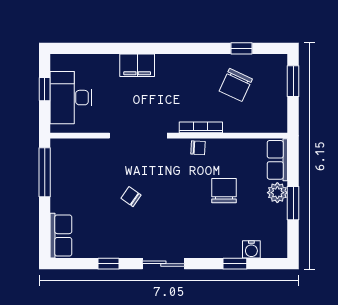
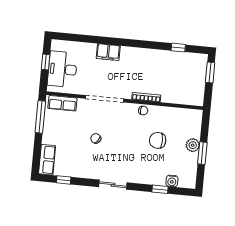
chair: (236, 85) -> (172, 71), removed
row of seats: (277, 160) -> (62, 103), moved, turned -90
chair: (224, 191) -> (158, 140), turned -90
window: (108, 264) -> (64, 180), moved

